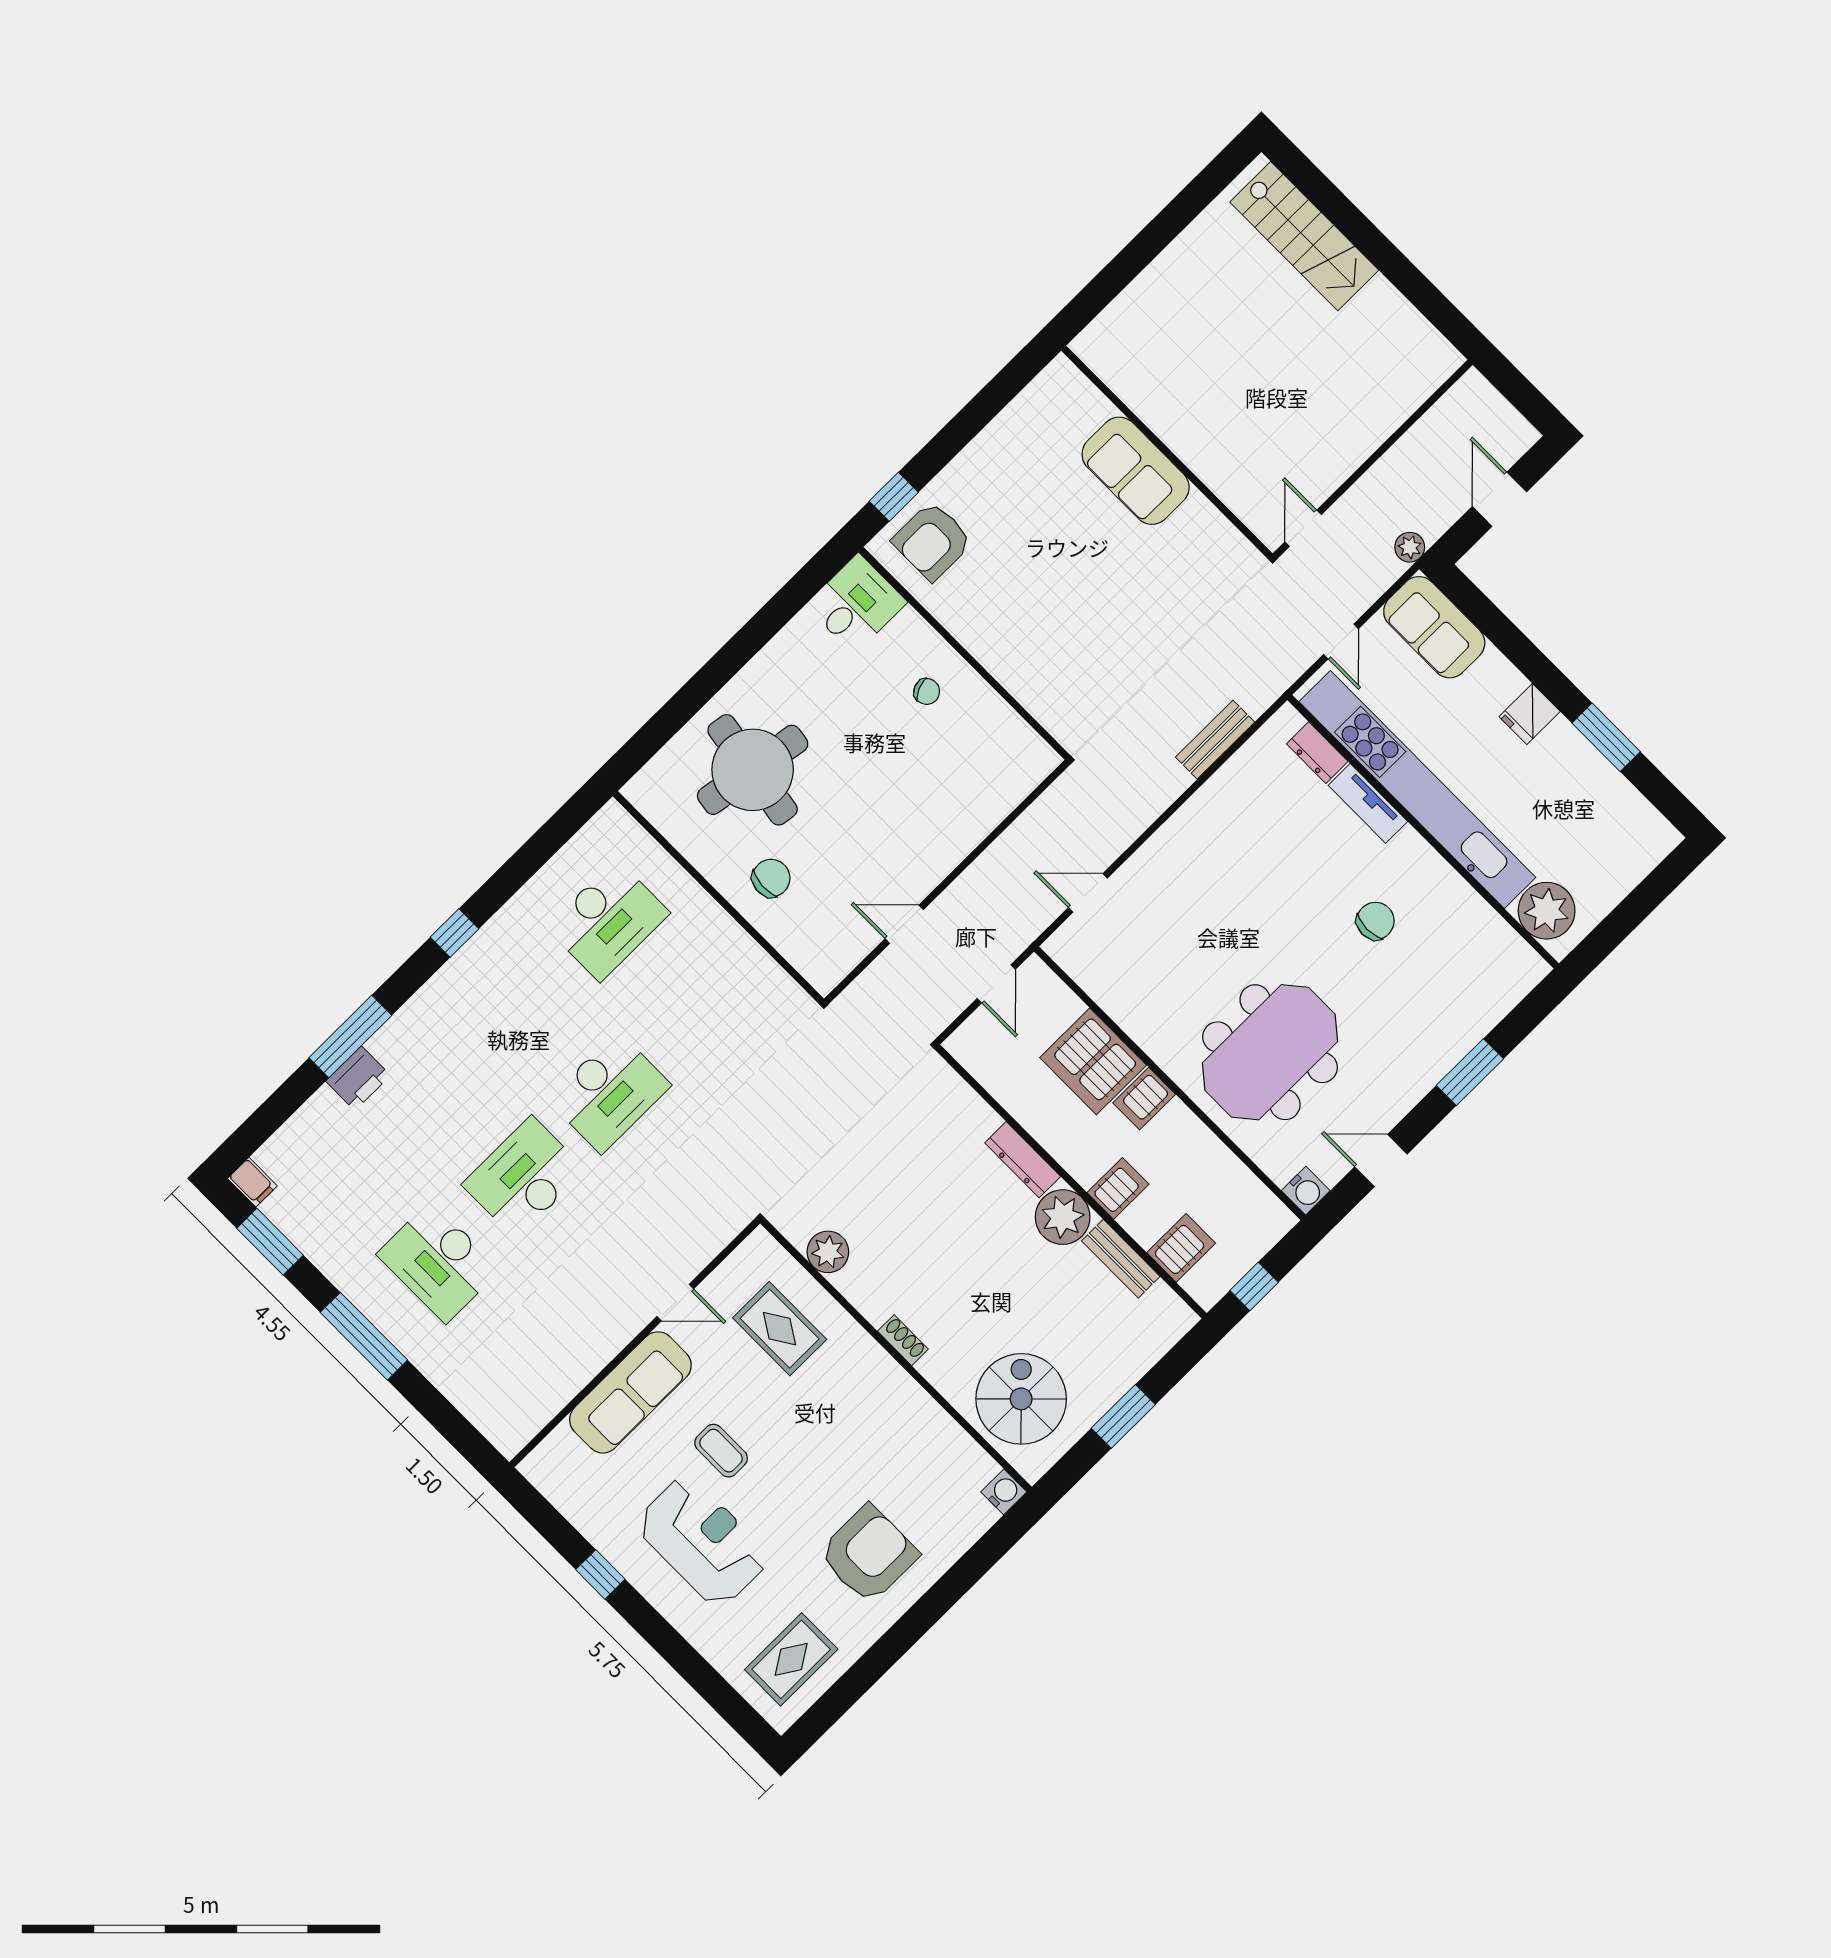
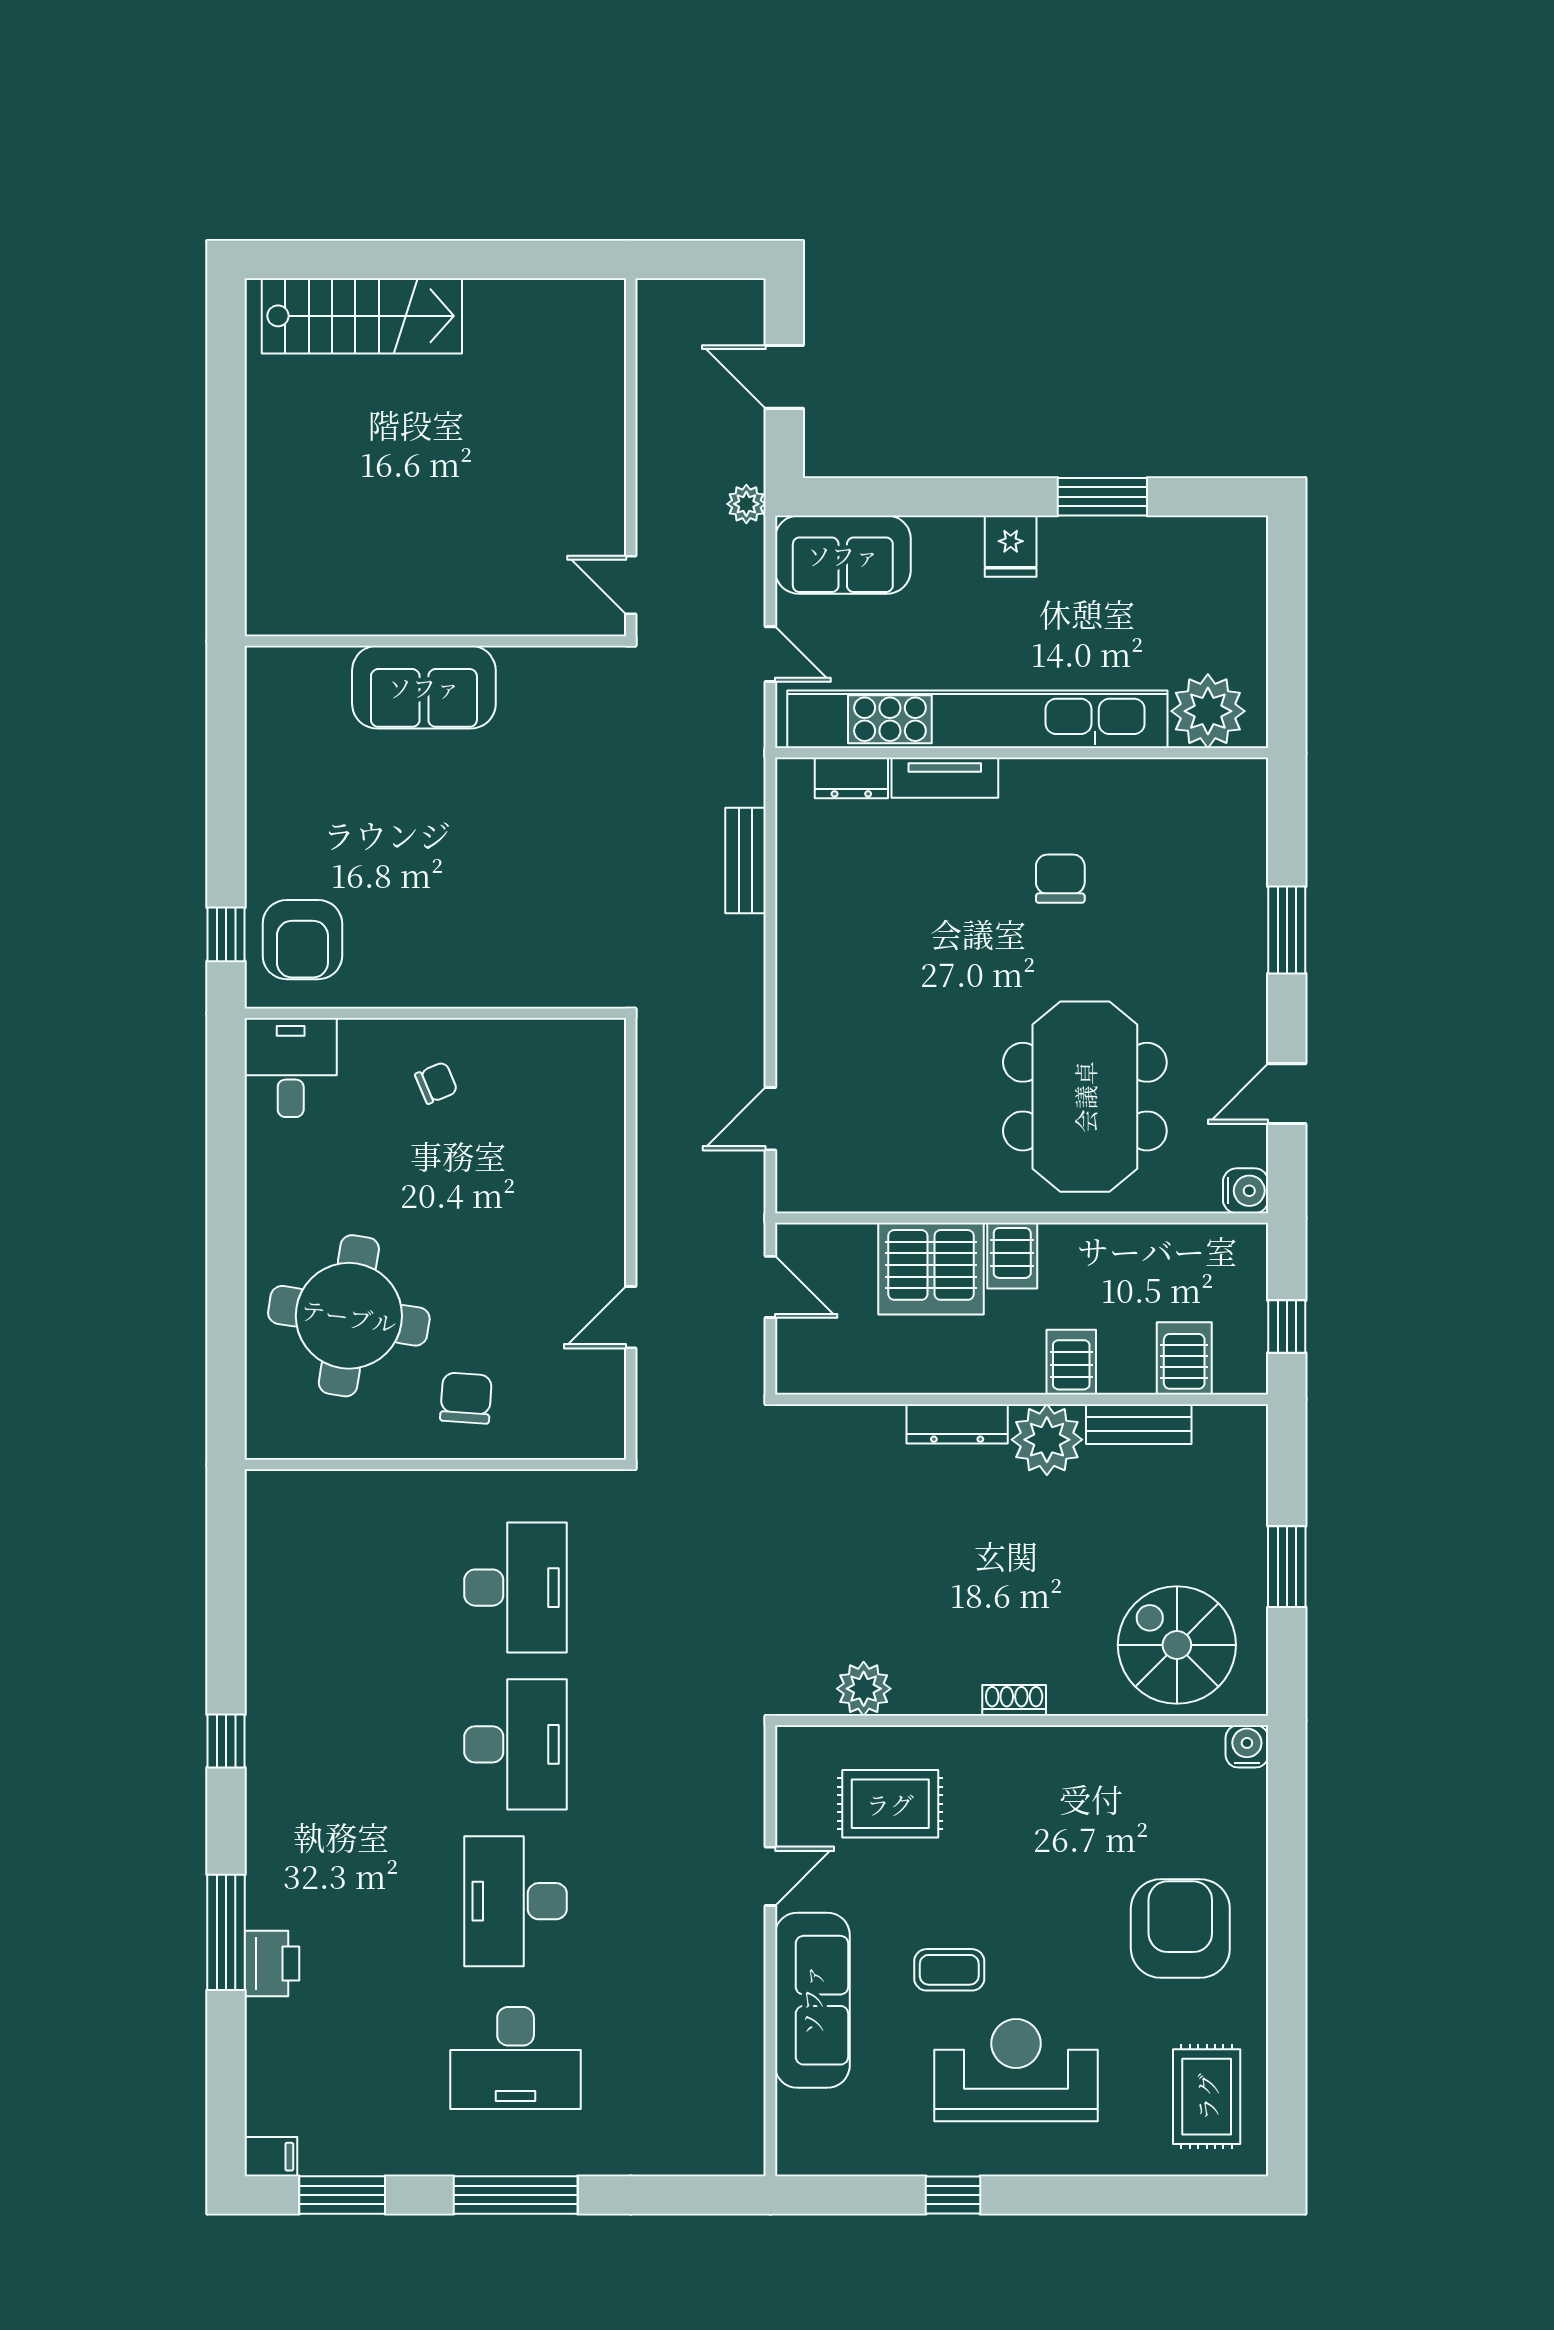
desk: (608, 920) -> (516, 1588), moved

